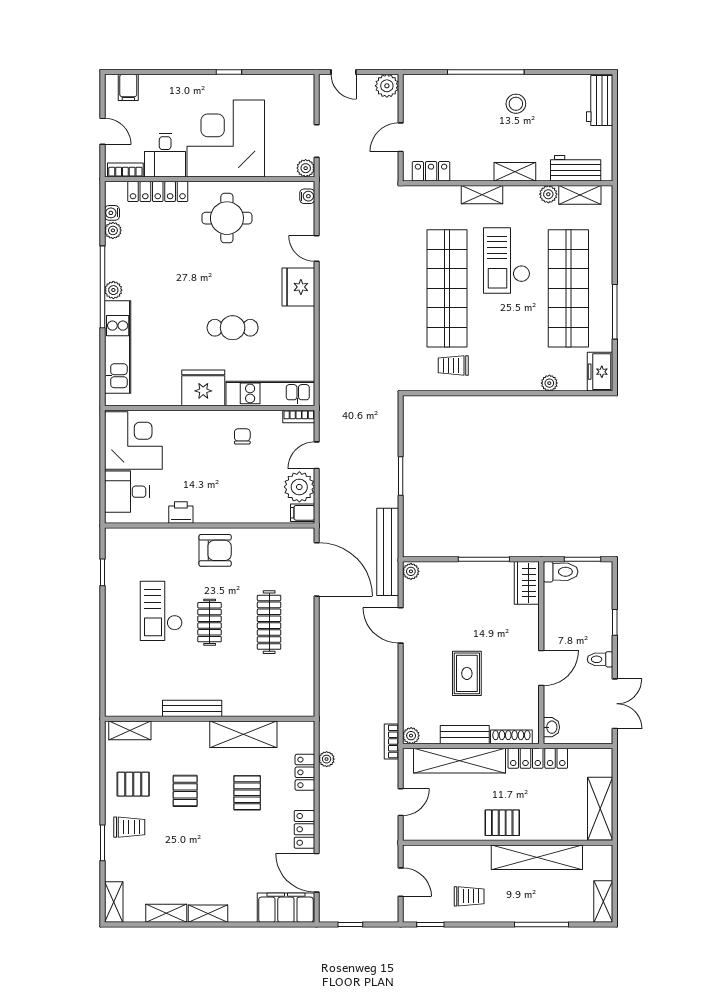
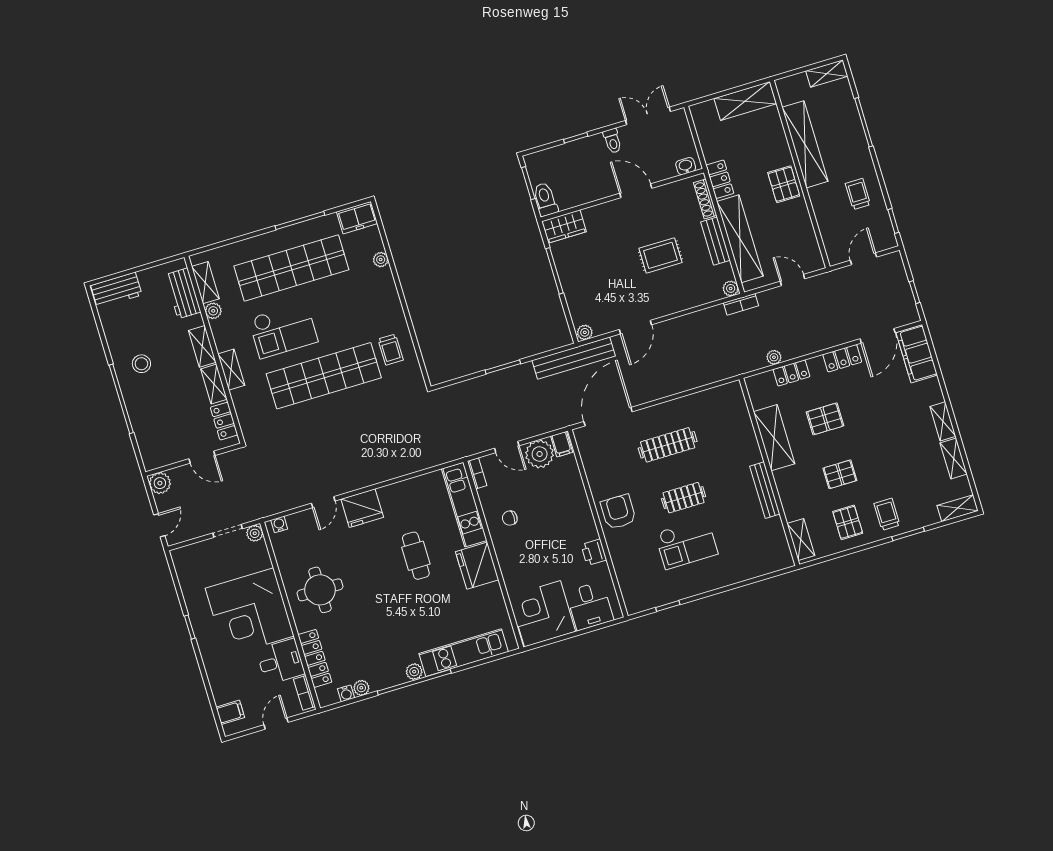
shelving: (472, 172) -> (214, 384), added
locker: (538, 758) -> (720, 179), width x0.66

